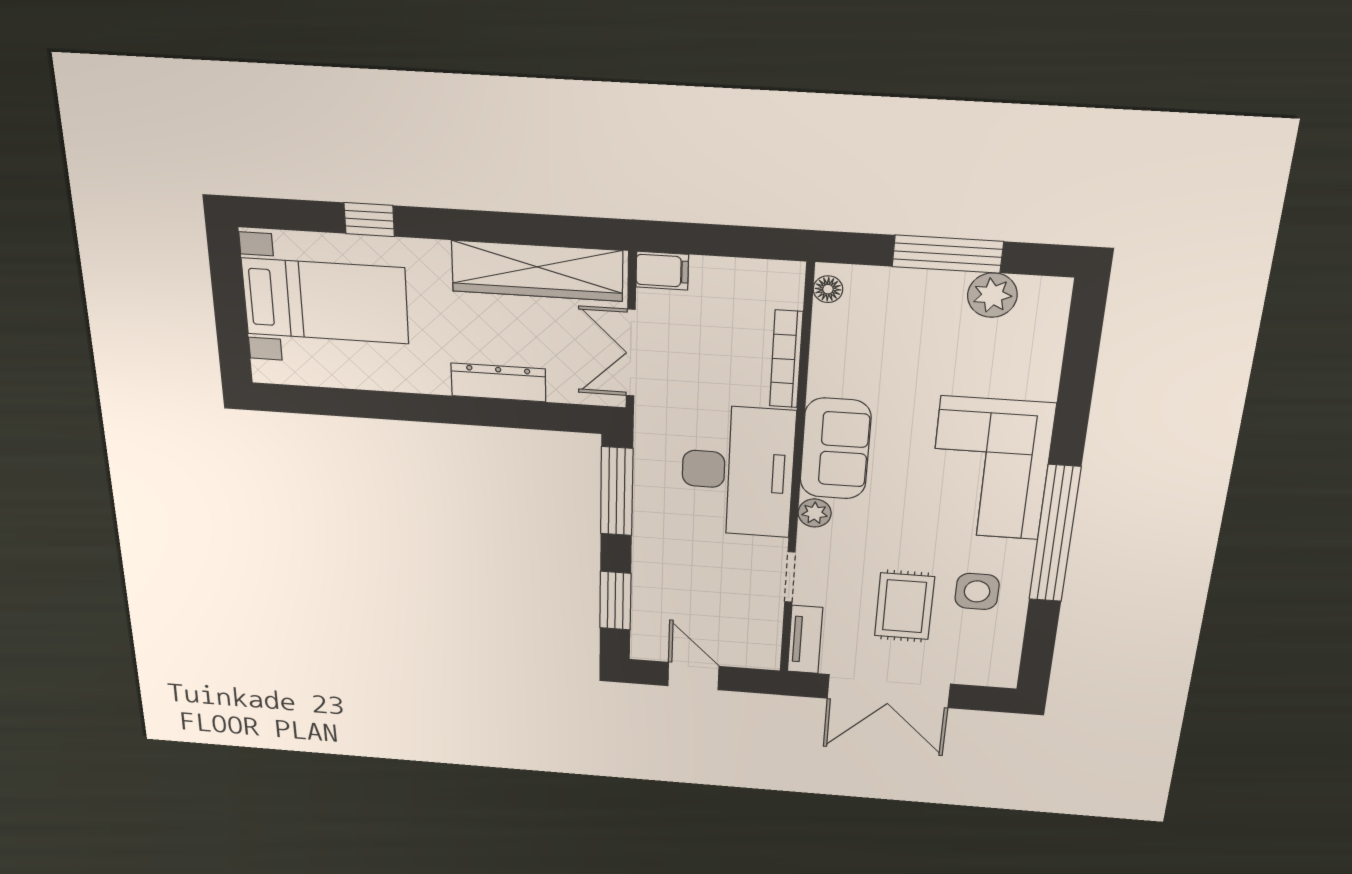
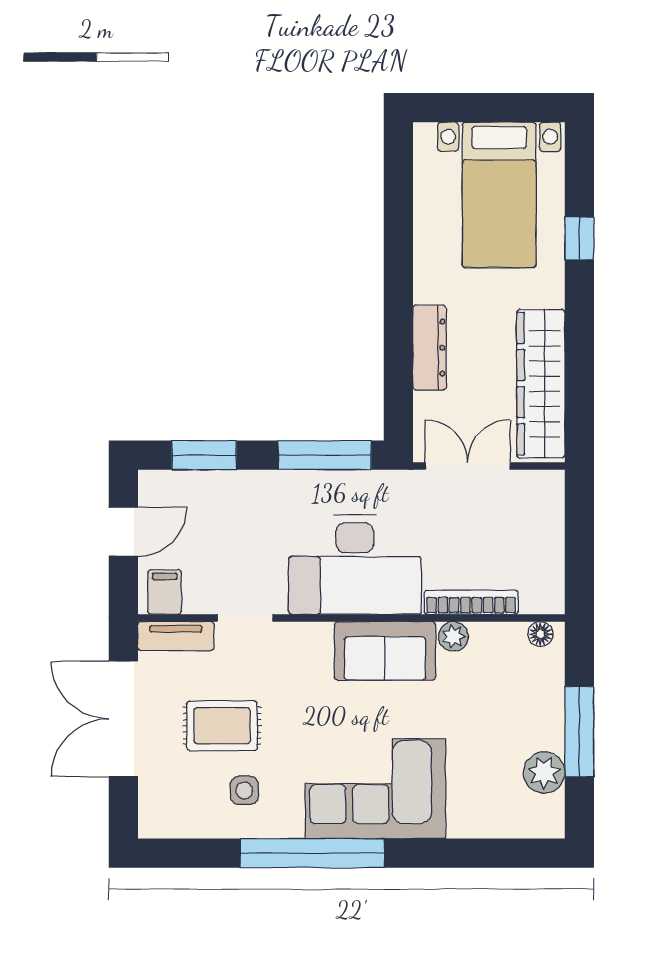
filing cabinet: (662, 271) -> (165, 592), moved, turned 180
plant: (815, 513) -> (453, 636), moved
side table: (977, 591) -> (244, 790), width x0.73, depth x0.73

